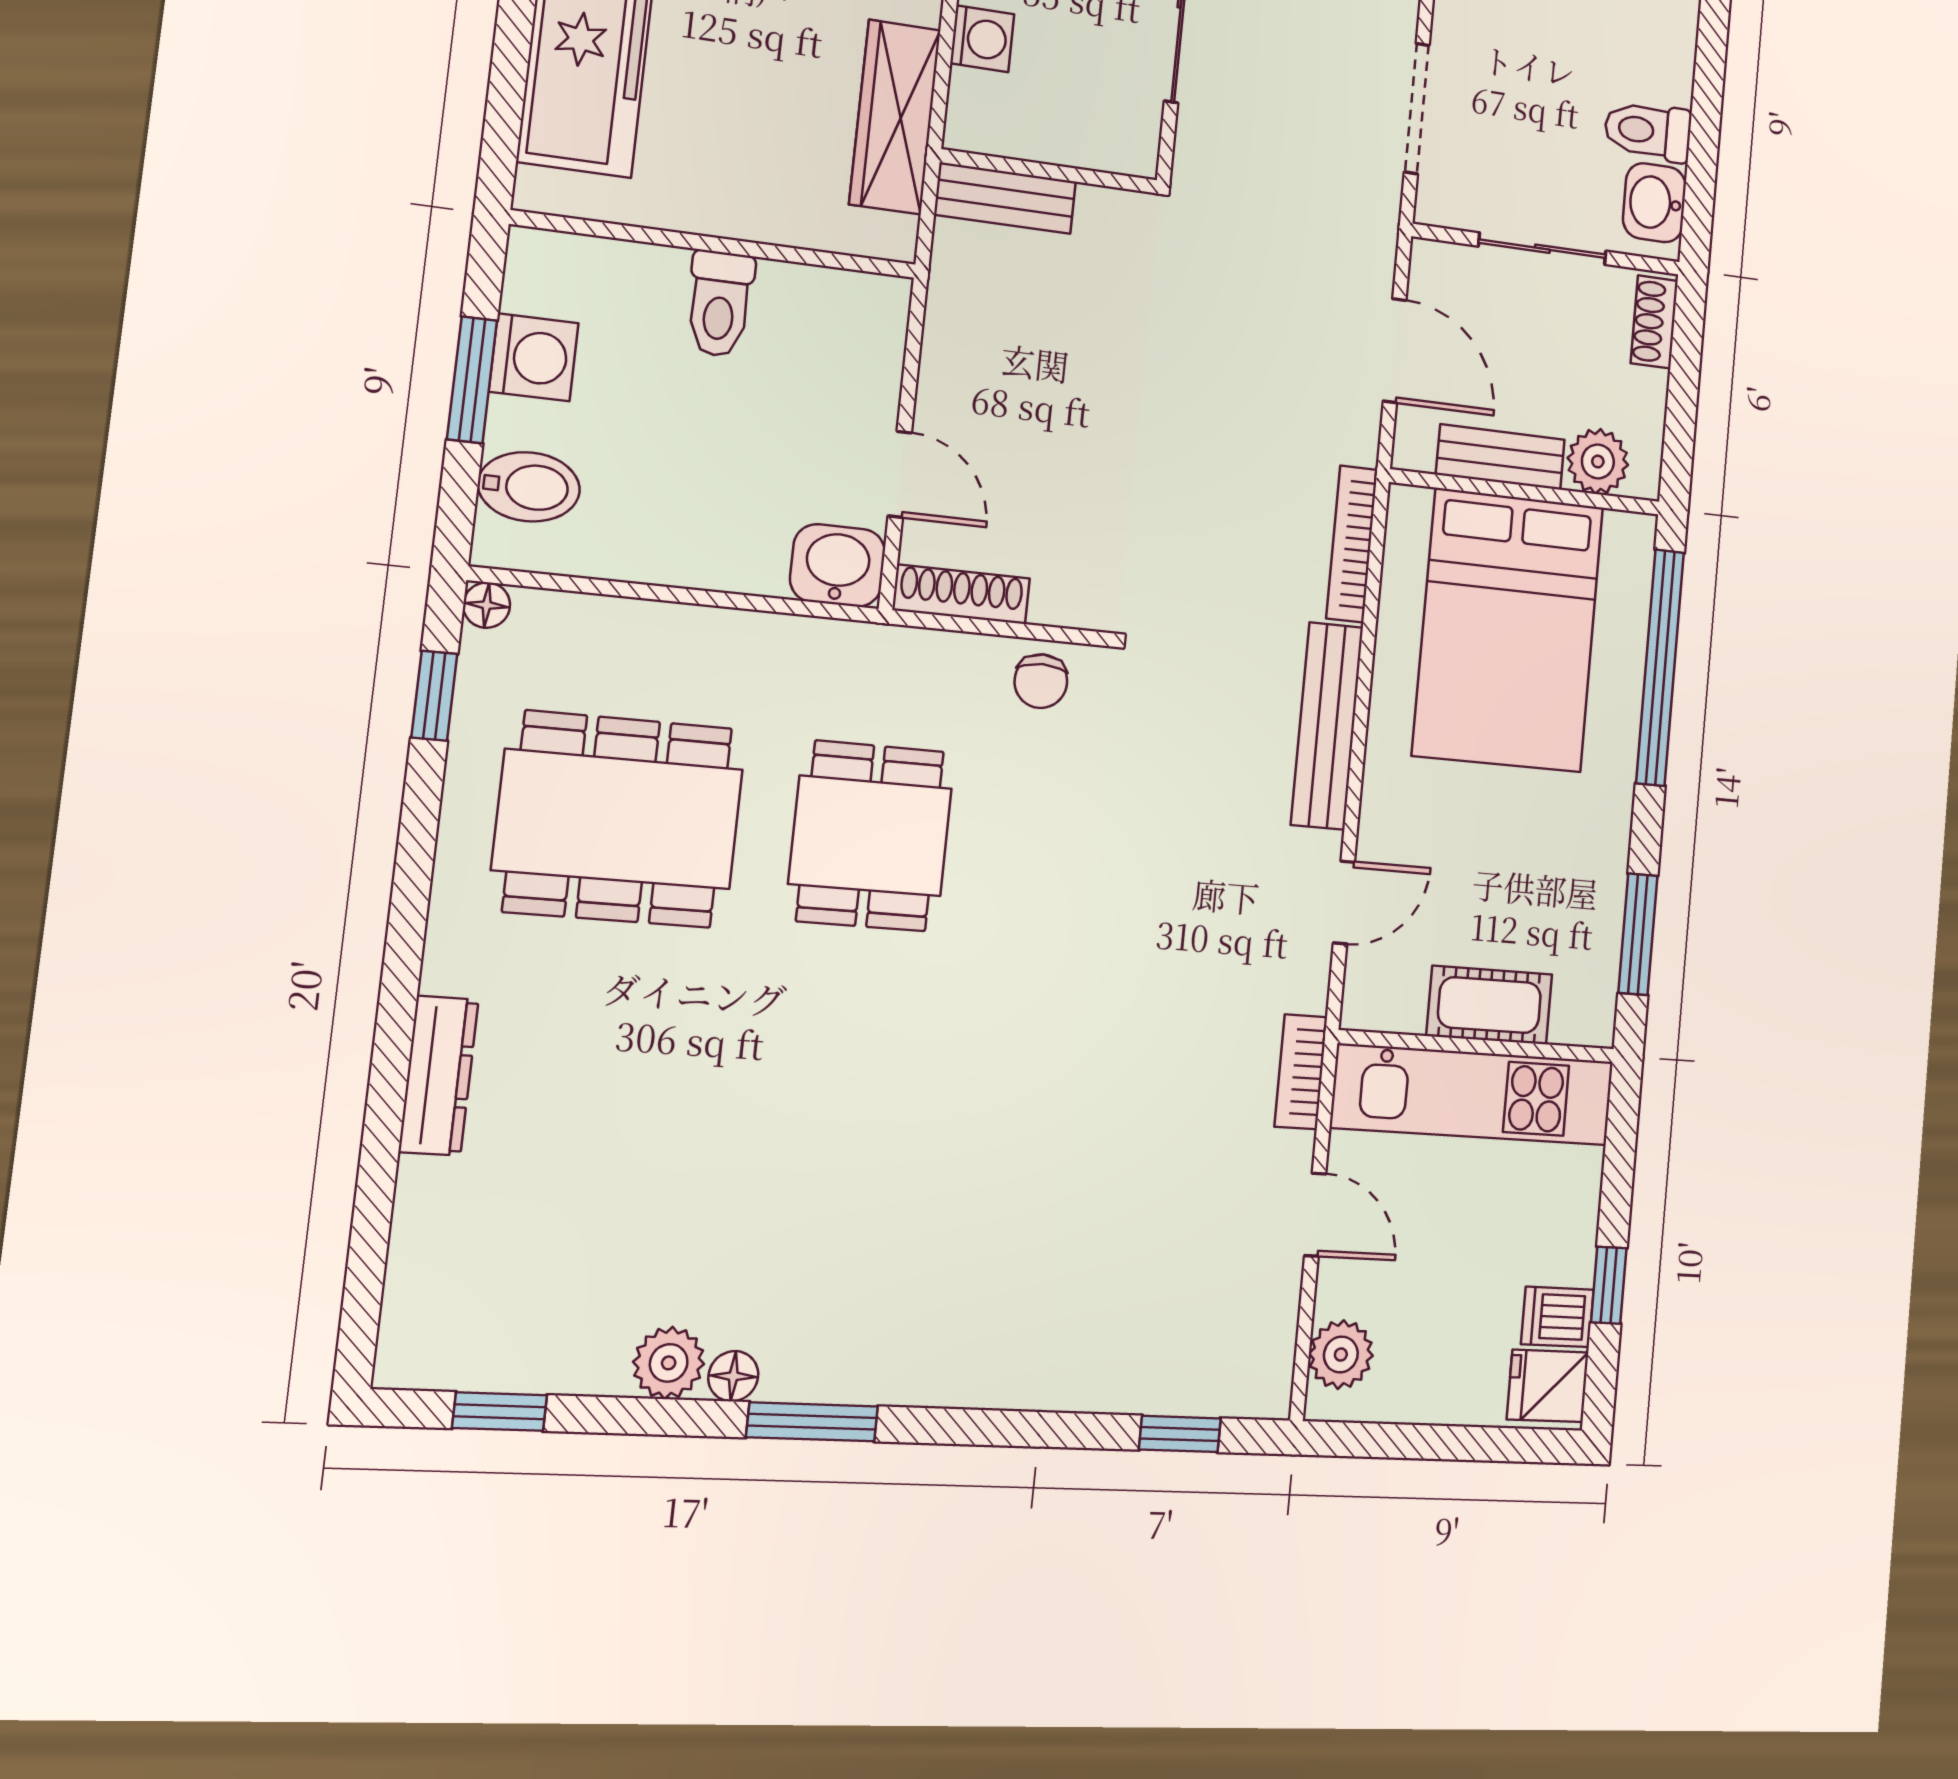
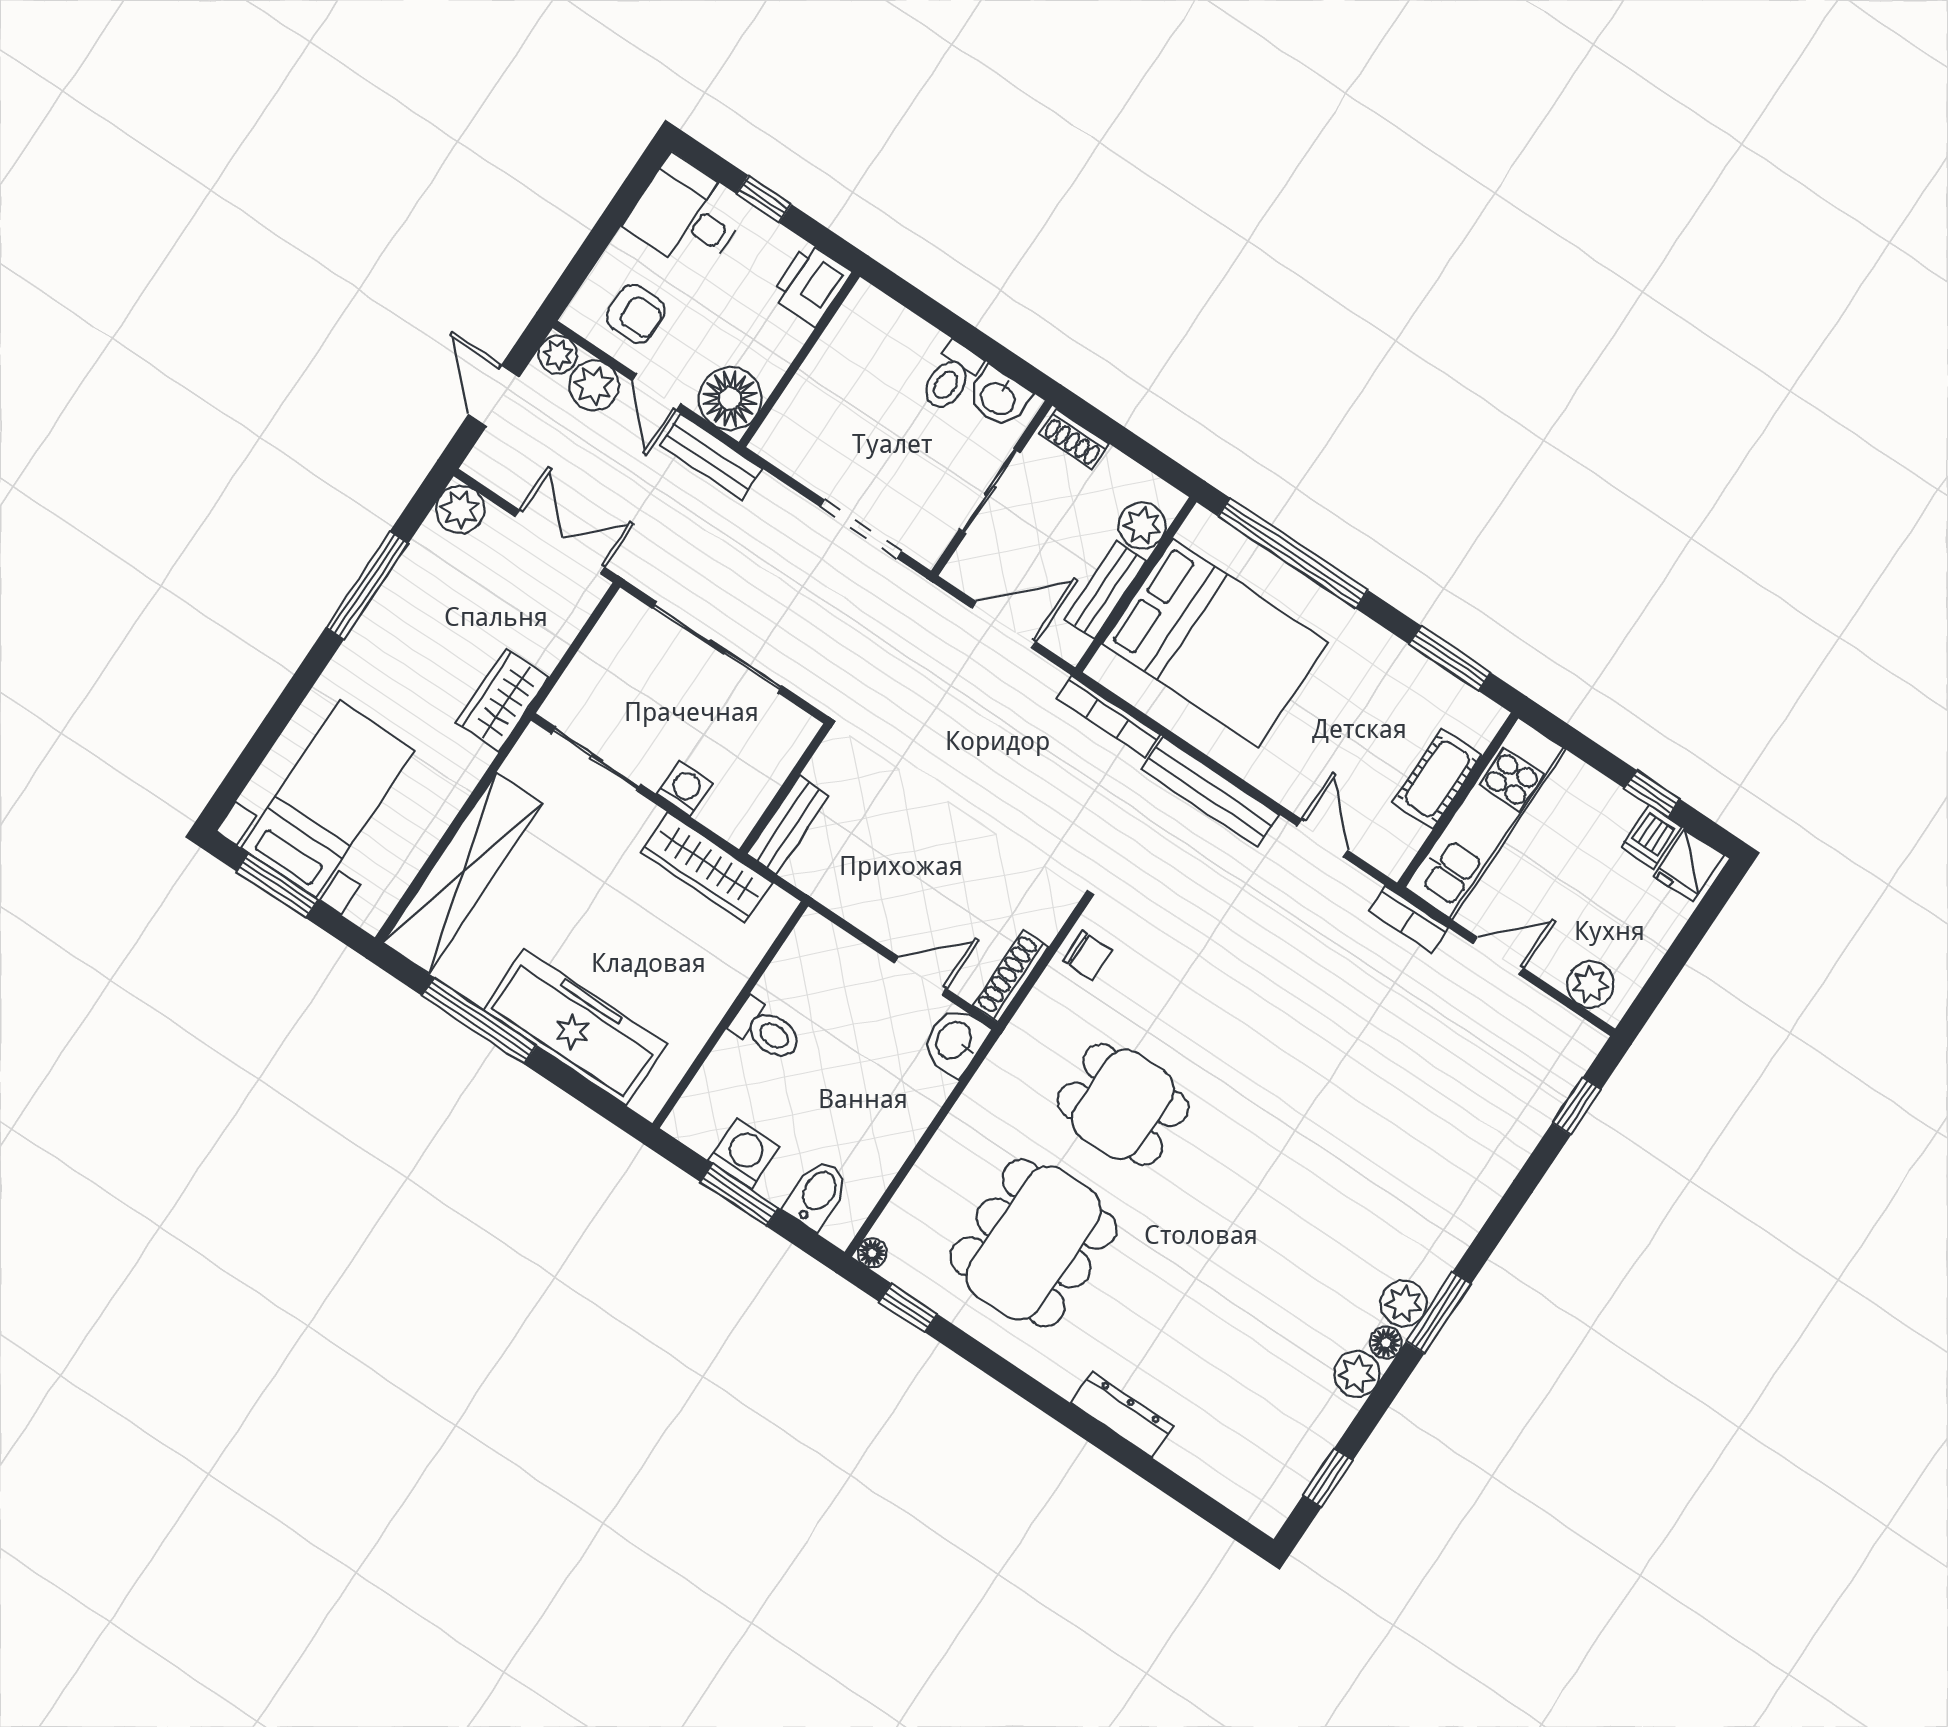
plant: (800, 1368) -> (1404, 1303), added

